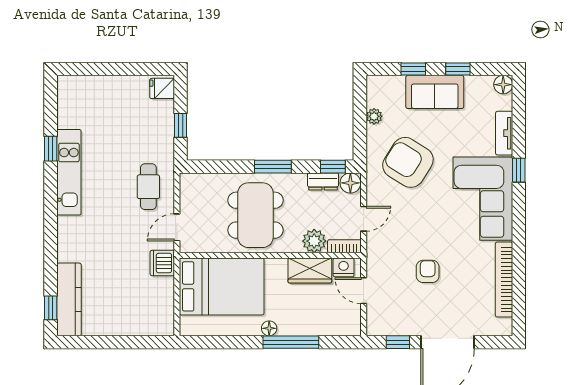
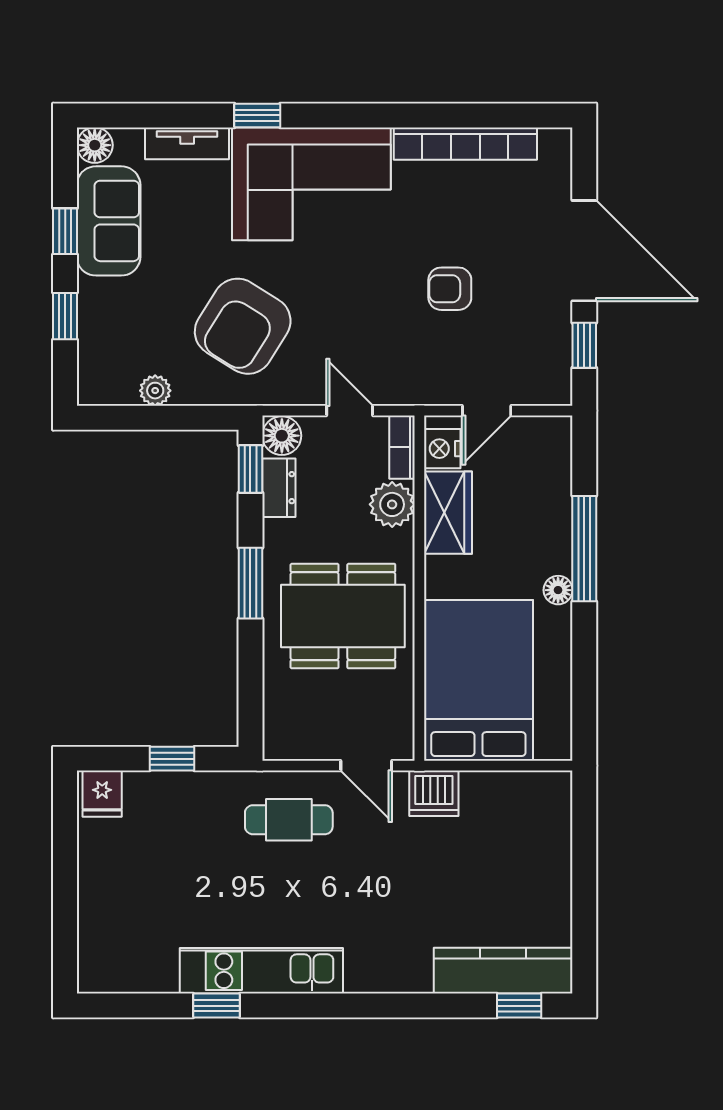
sofa: (435, 92) -> (109, 221), moved

